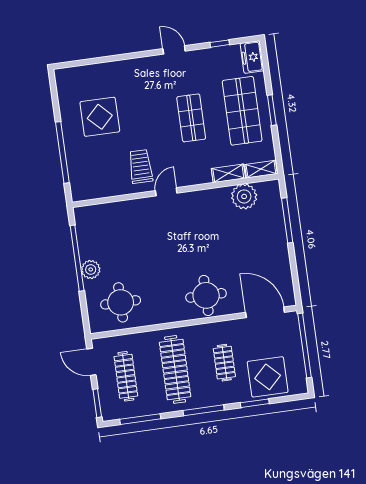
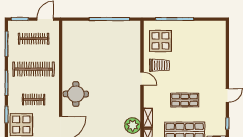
display table: (100, 117) -> (160, 41), moved
plant: (91, 269) -> (101, 26), removed
round table: (121, 302) -> (79, 42), removed

